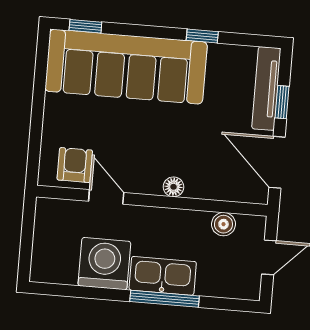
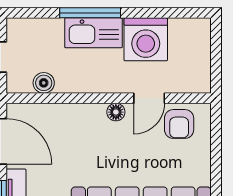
floor lamp: (174, 187) -> (116, 112), moved
door: (106, 197) -> (149, 98), hinge flipped

